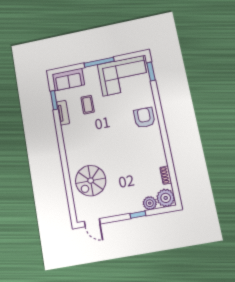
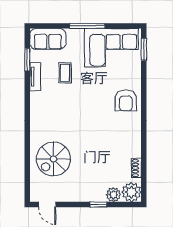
armchair: (144, 118) -> (126, 100), turned 180

